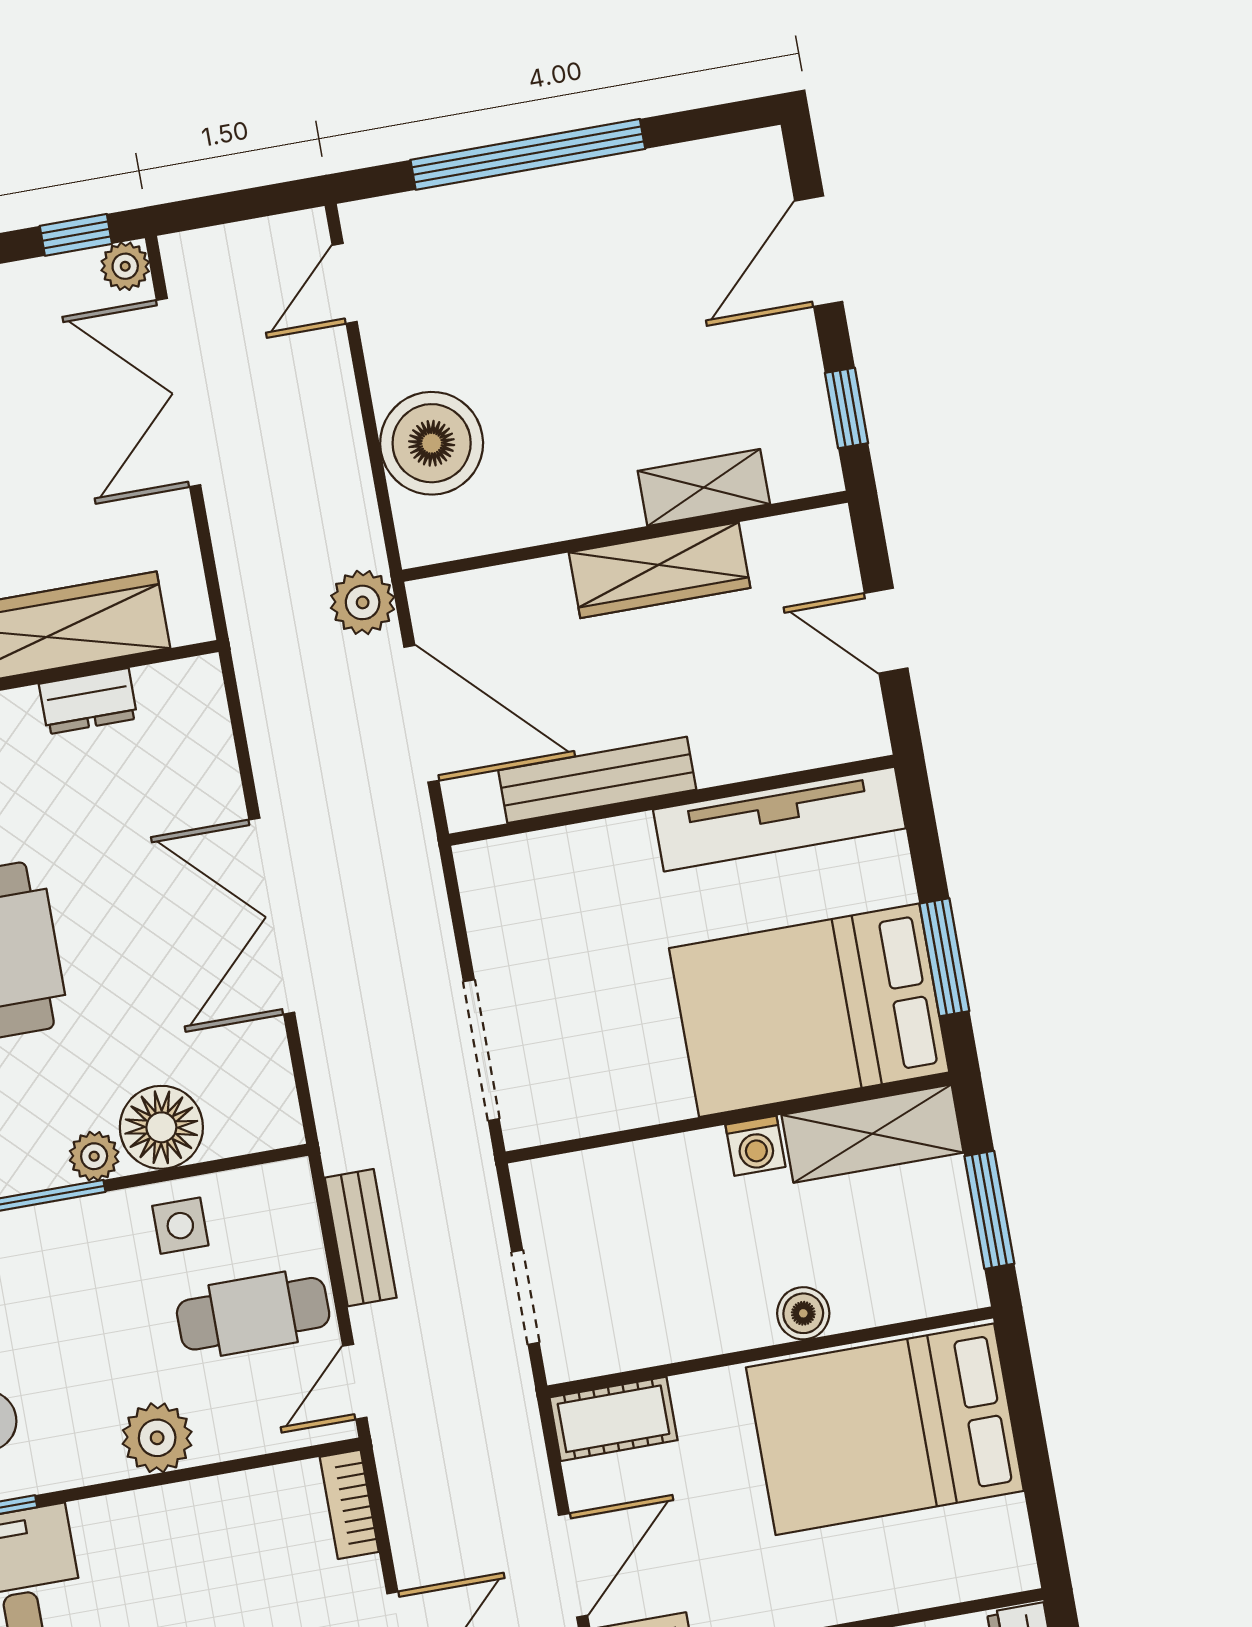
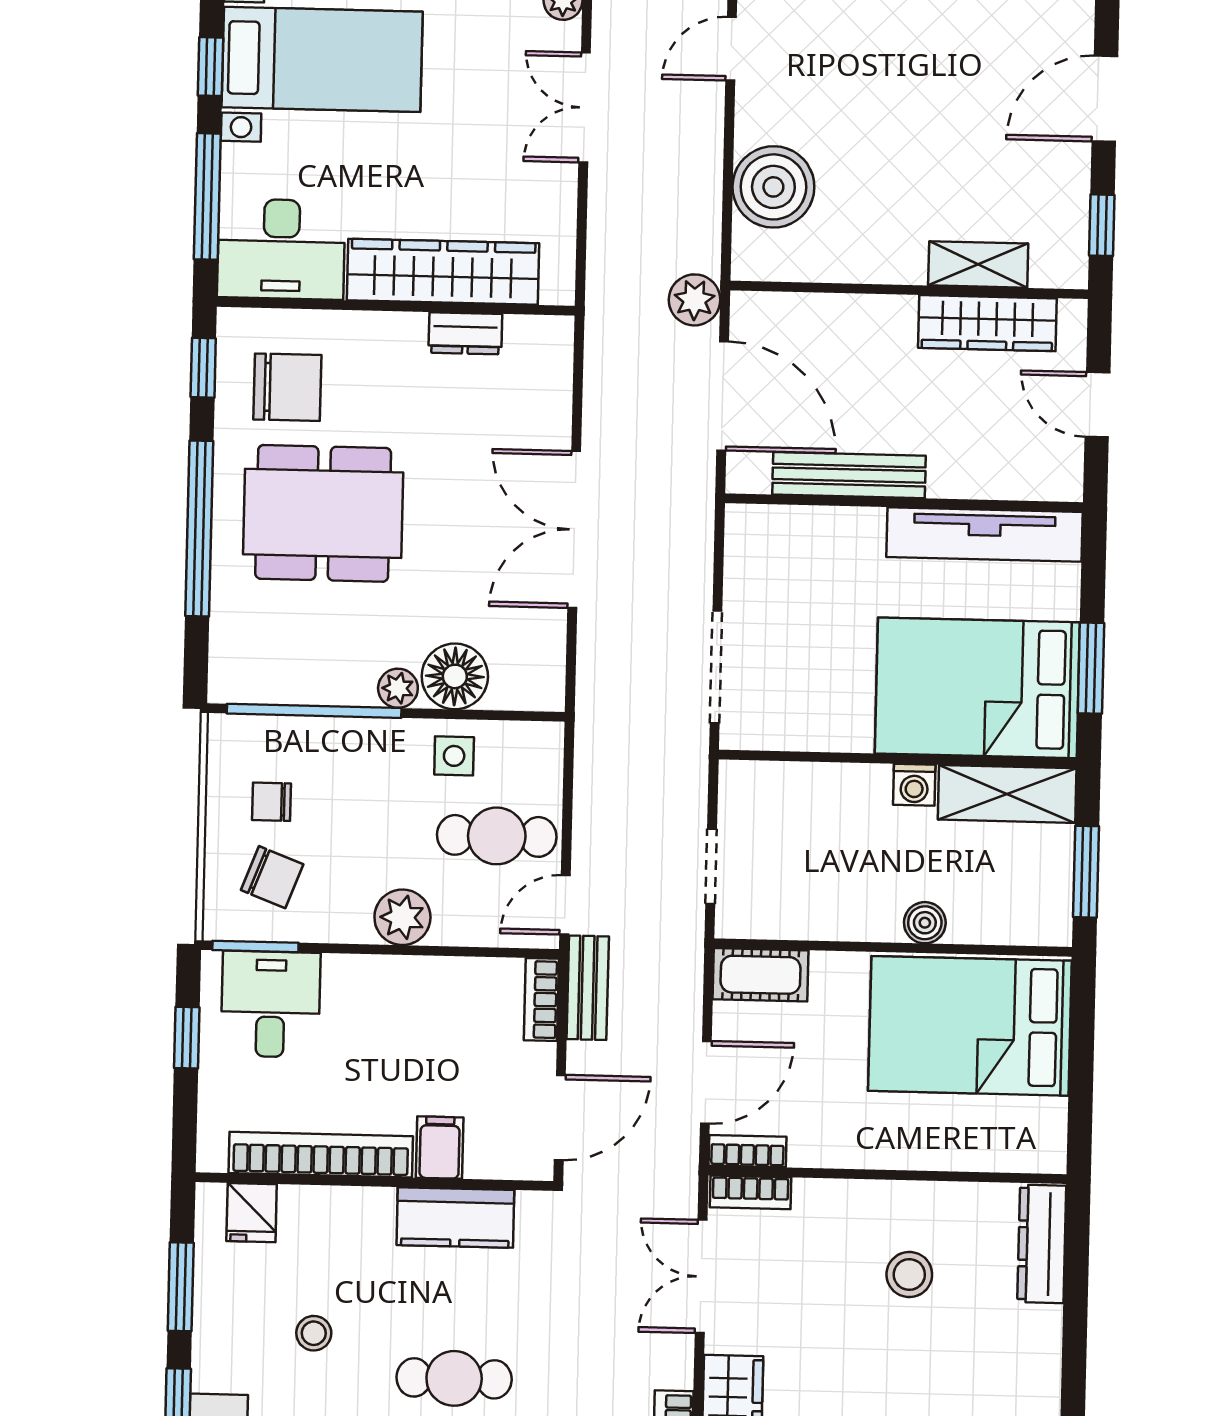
double door: (179, 393) -> (585, 107), width x0.73
wardrobe: (660, 570) -> (987, 323), moved
bench: (361, 1238) -> (588, 988), moved

